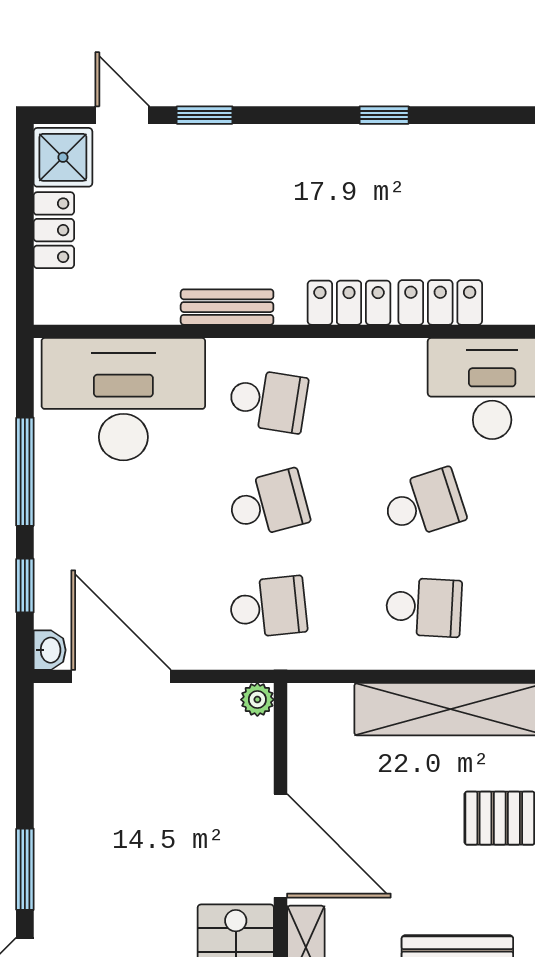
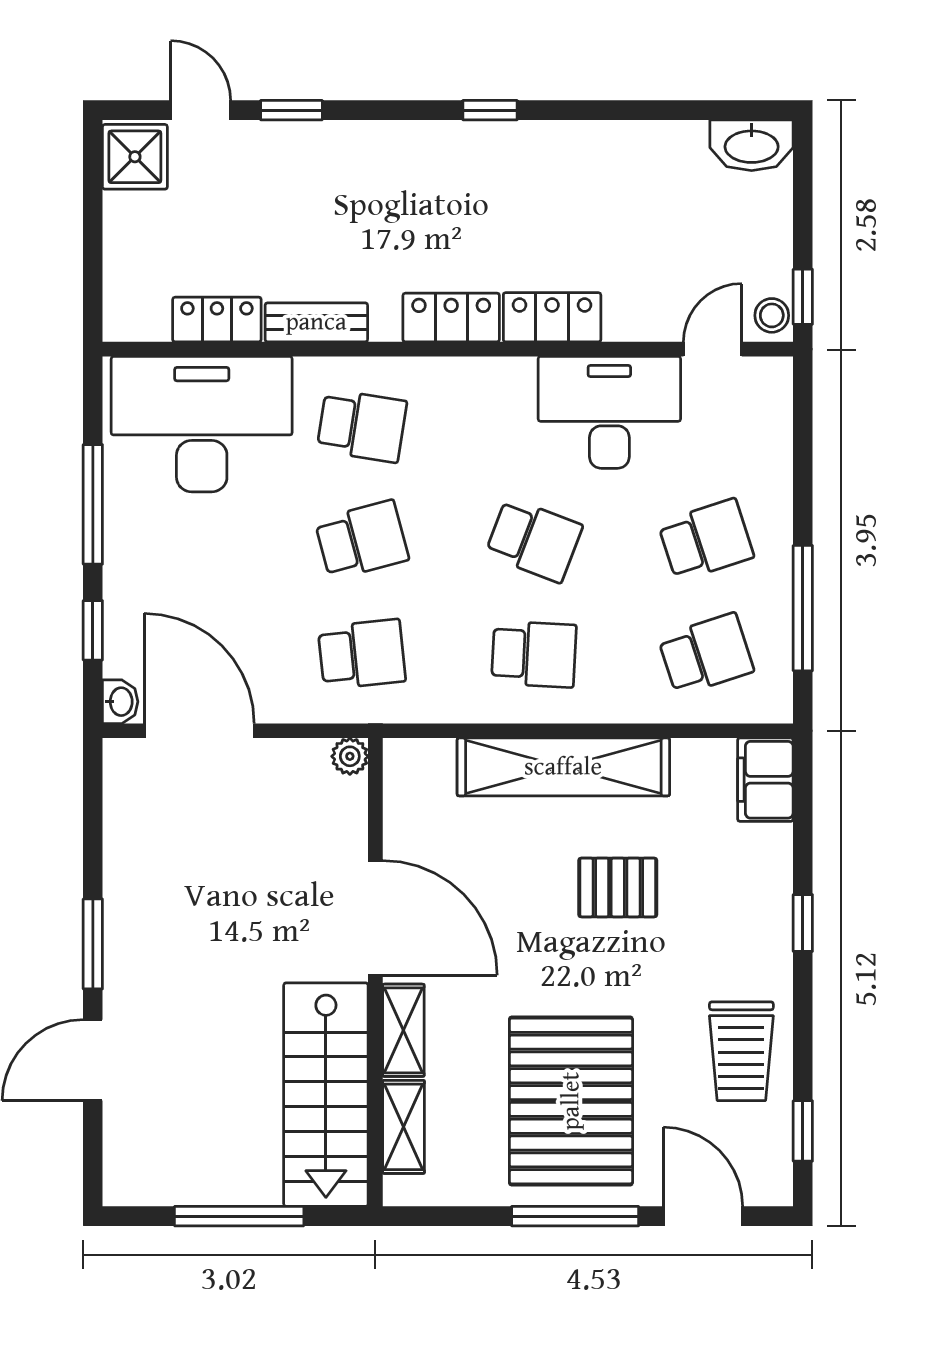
locker: (54, 230) -> (217, 320), moved, turned -90
school desk: (424, 504) -> (534, 540), turned 39

